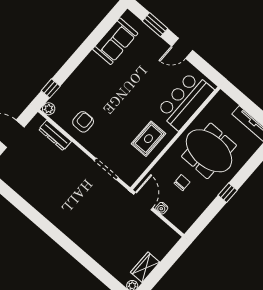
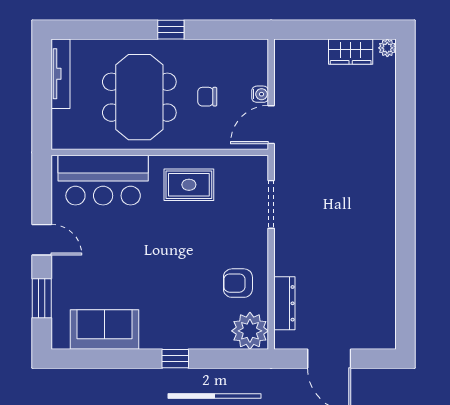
window: (51, 88) -> (175, 359), moved
plant: (49, 109) -> (250, 331), width x1.88, depth x1.88

